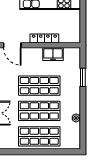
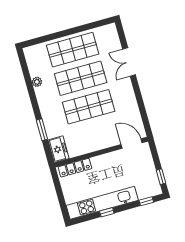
locker: (44, 39) -> (75, 168), moved
freezer: (53, 54) -> (59, 149), moved, turned 90

